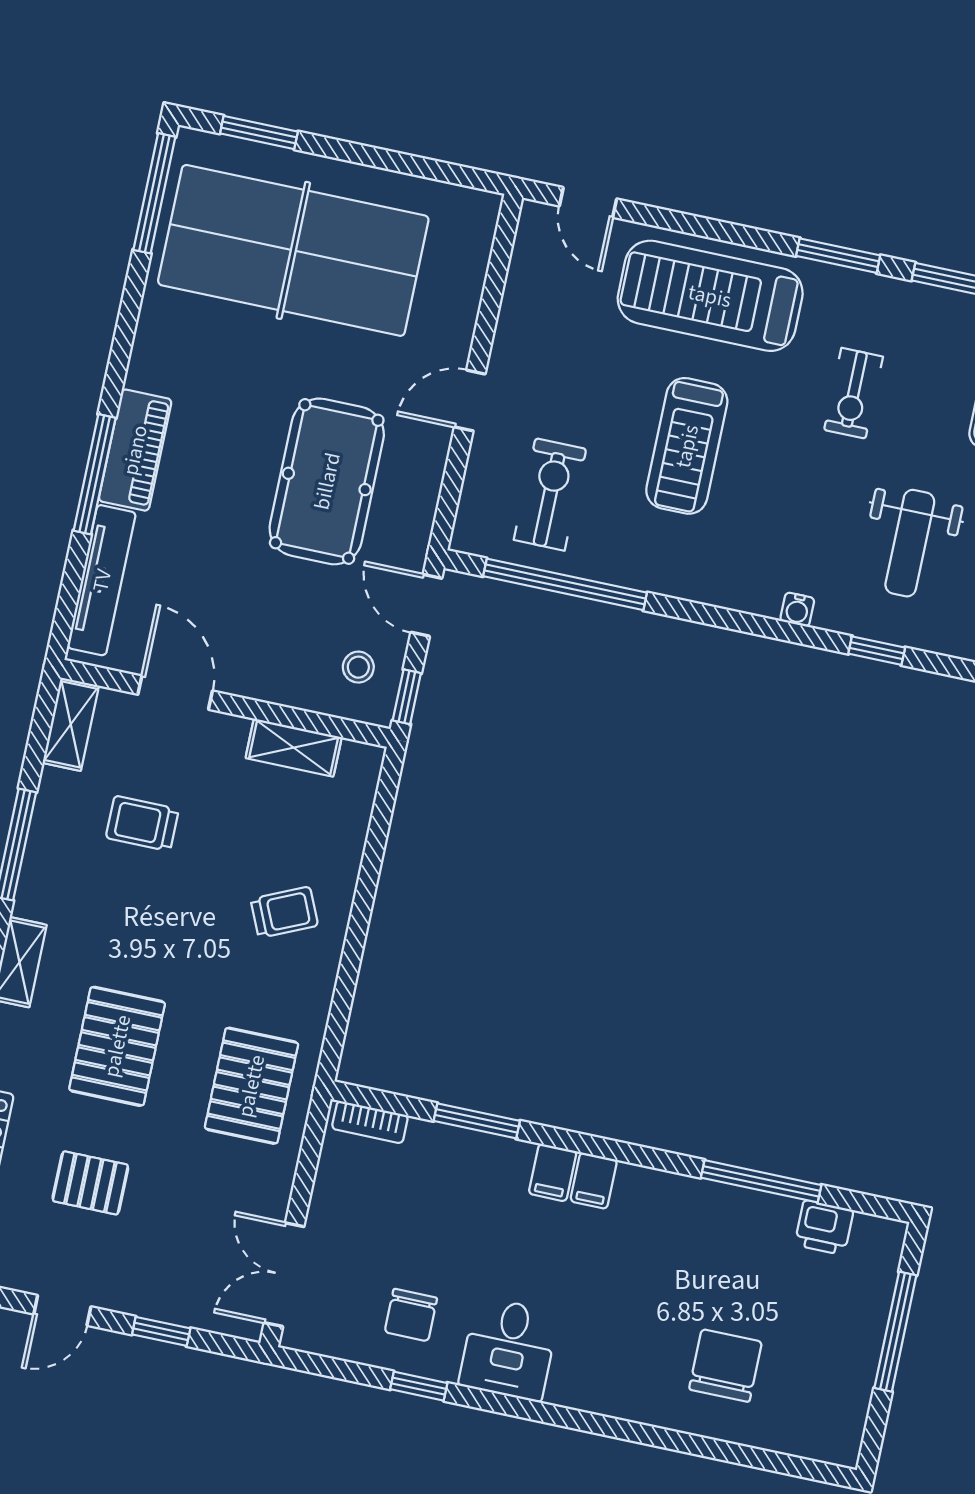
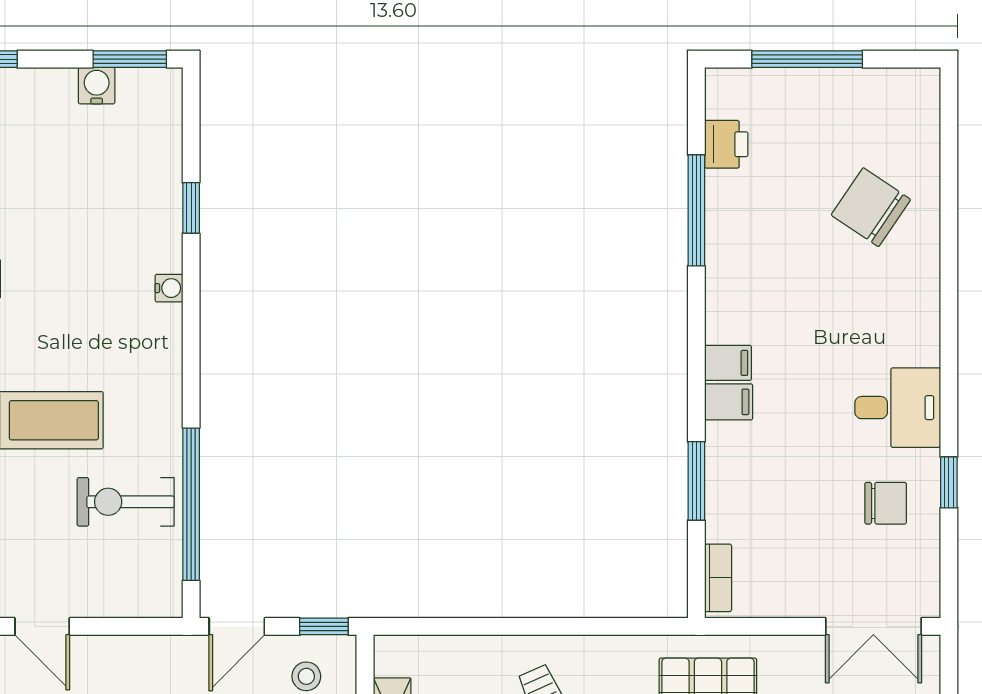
exercise bike: (550, 494) -> (126, 502), moved
weight bench: (910, 543) -> (87, 199), removed
chair: (725, 1366) -> (871, 207), turned 34

